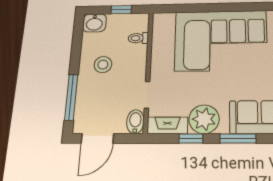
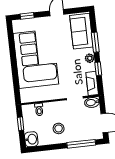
plant: (204, 119) -> (90, 58), width x0.53, depth x0.53

